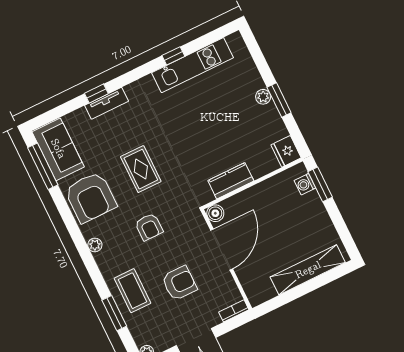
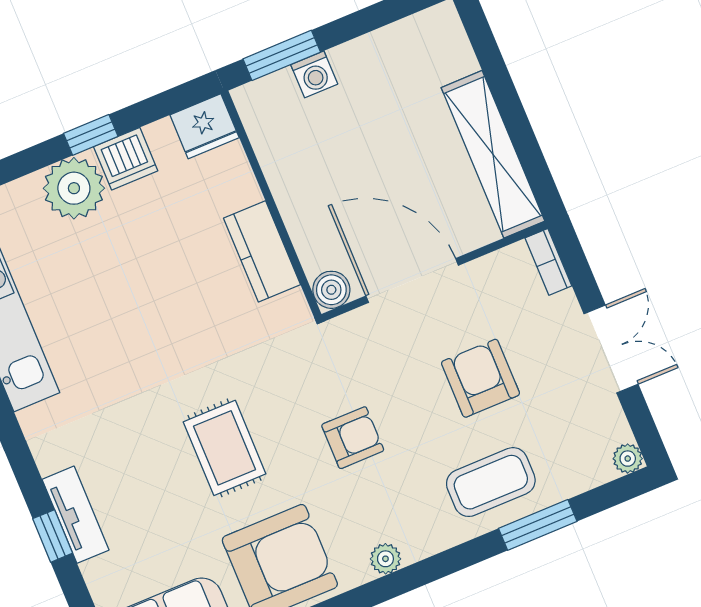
plant: (263, 97) -> (74, 188), width x1.87, depth x1.87
window: (279, 100) -> (91, 135), width x0.67
dishwasher: (269, 116) -> (126, 159), added
rug: (141, 169) -> (225, 448), turned 90
washing machine: (305, 184) -> (314, 74), moved
shelving: (308, 270) -> (493, 154), moved

